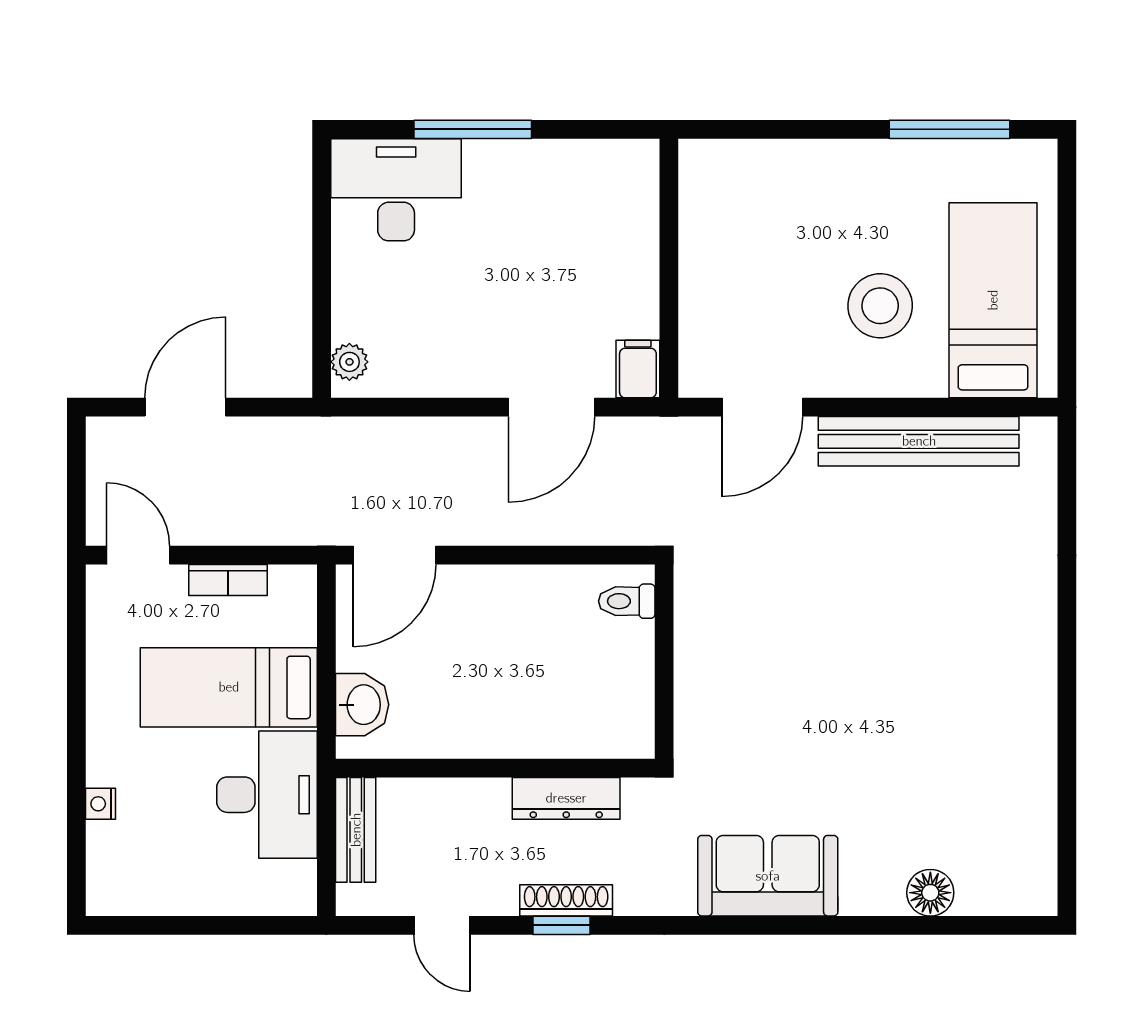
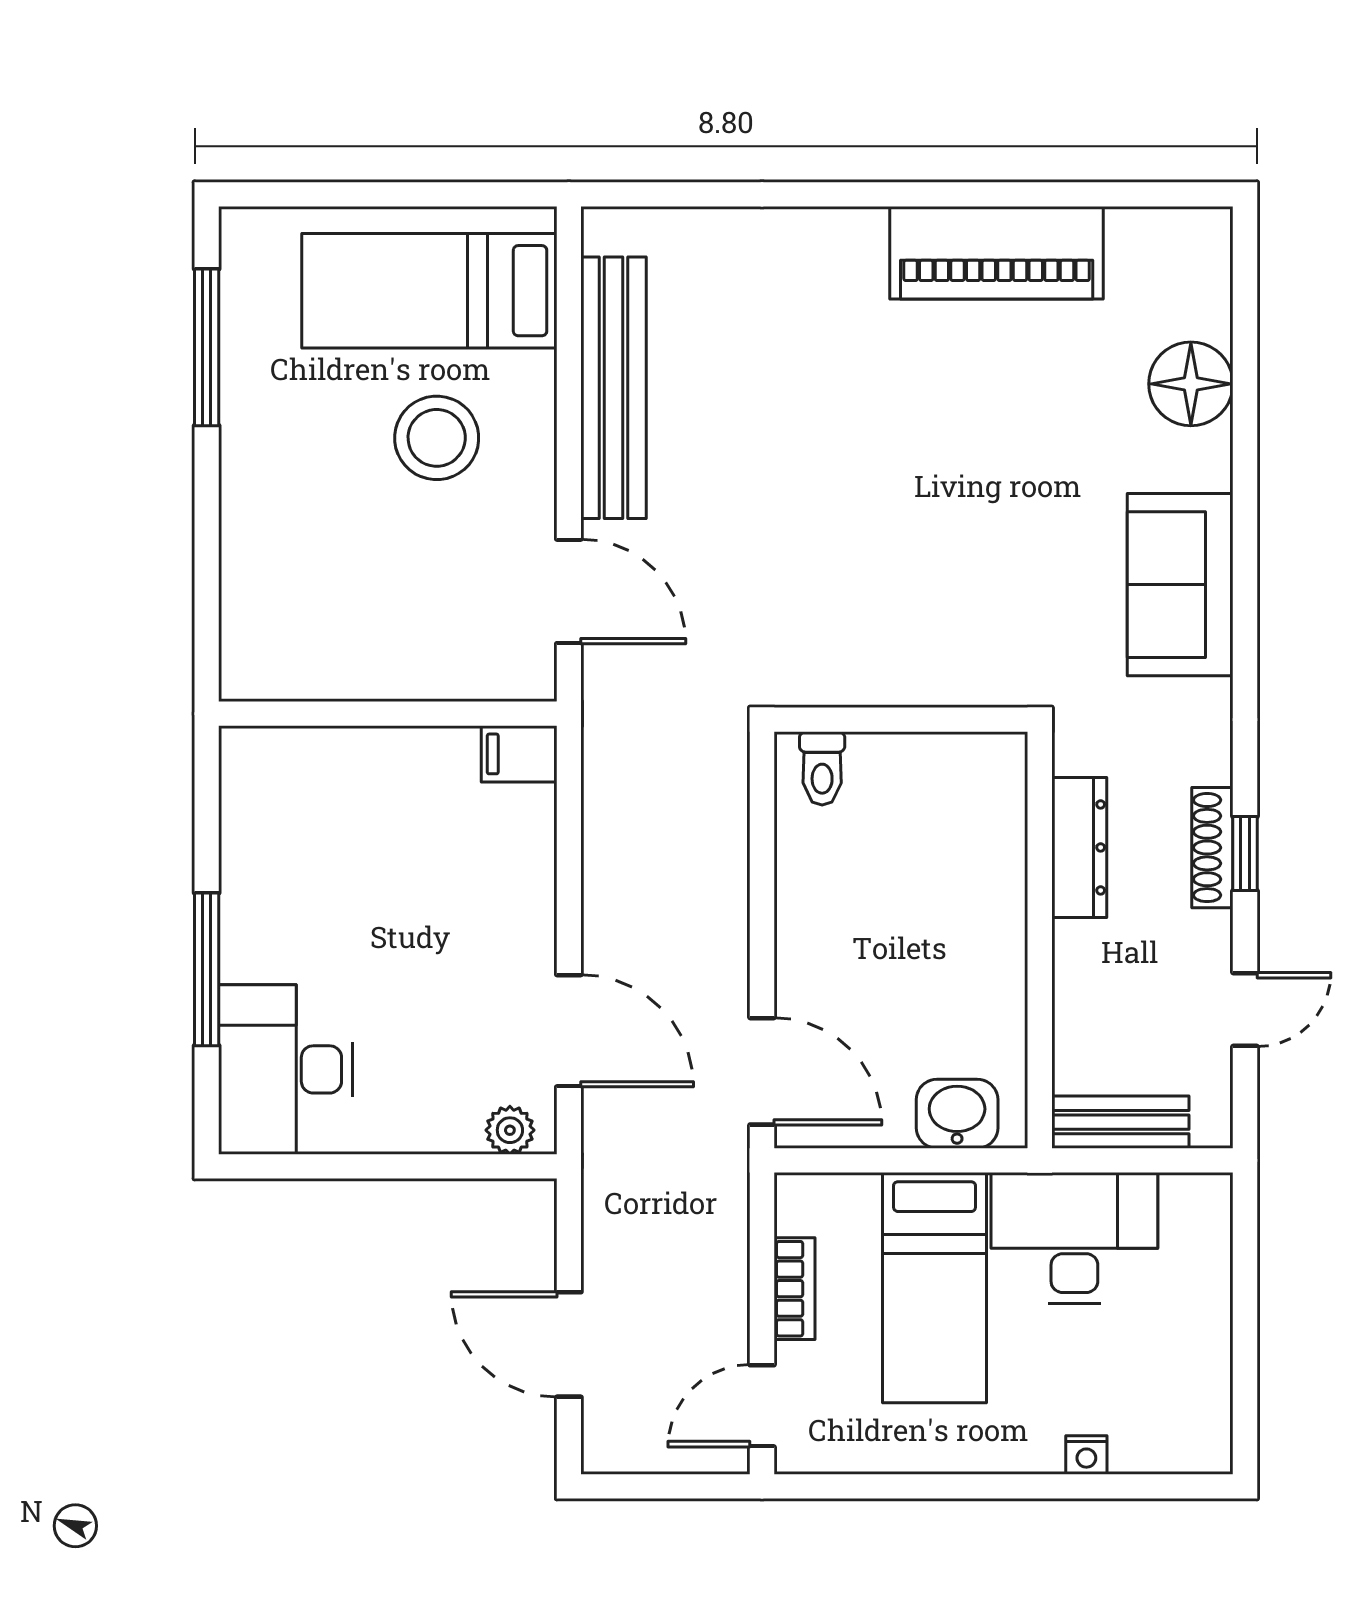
door: (552, 407) -> (569, 1031), moved
piano: (1022, 735) -> (997, 253), added
floor lamp: (930, 893) -> (1191, 384), width x1.38, depth x1.38

